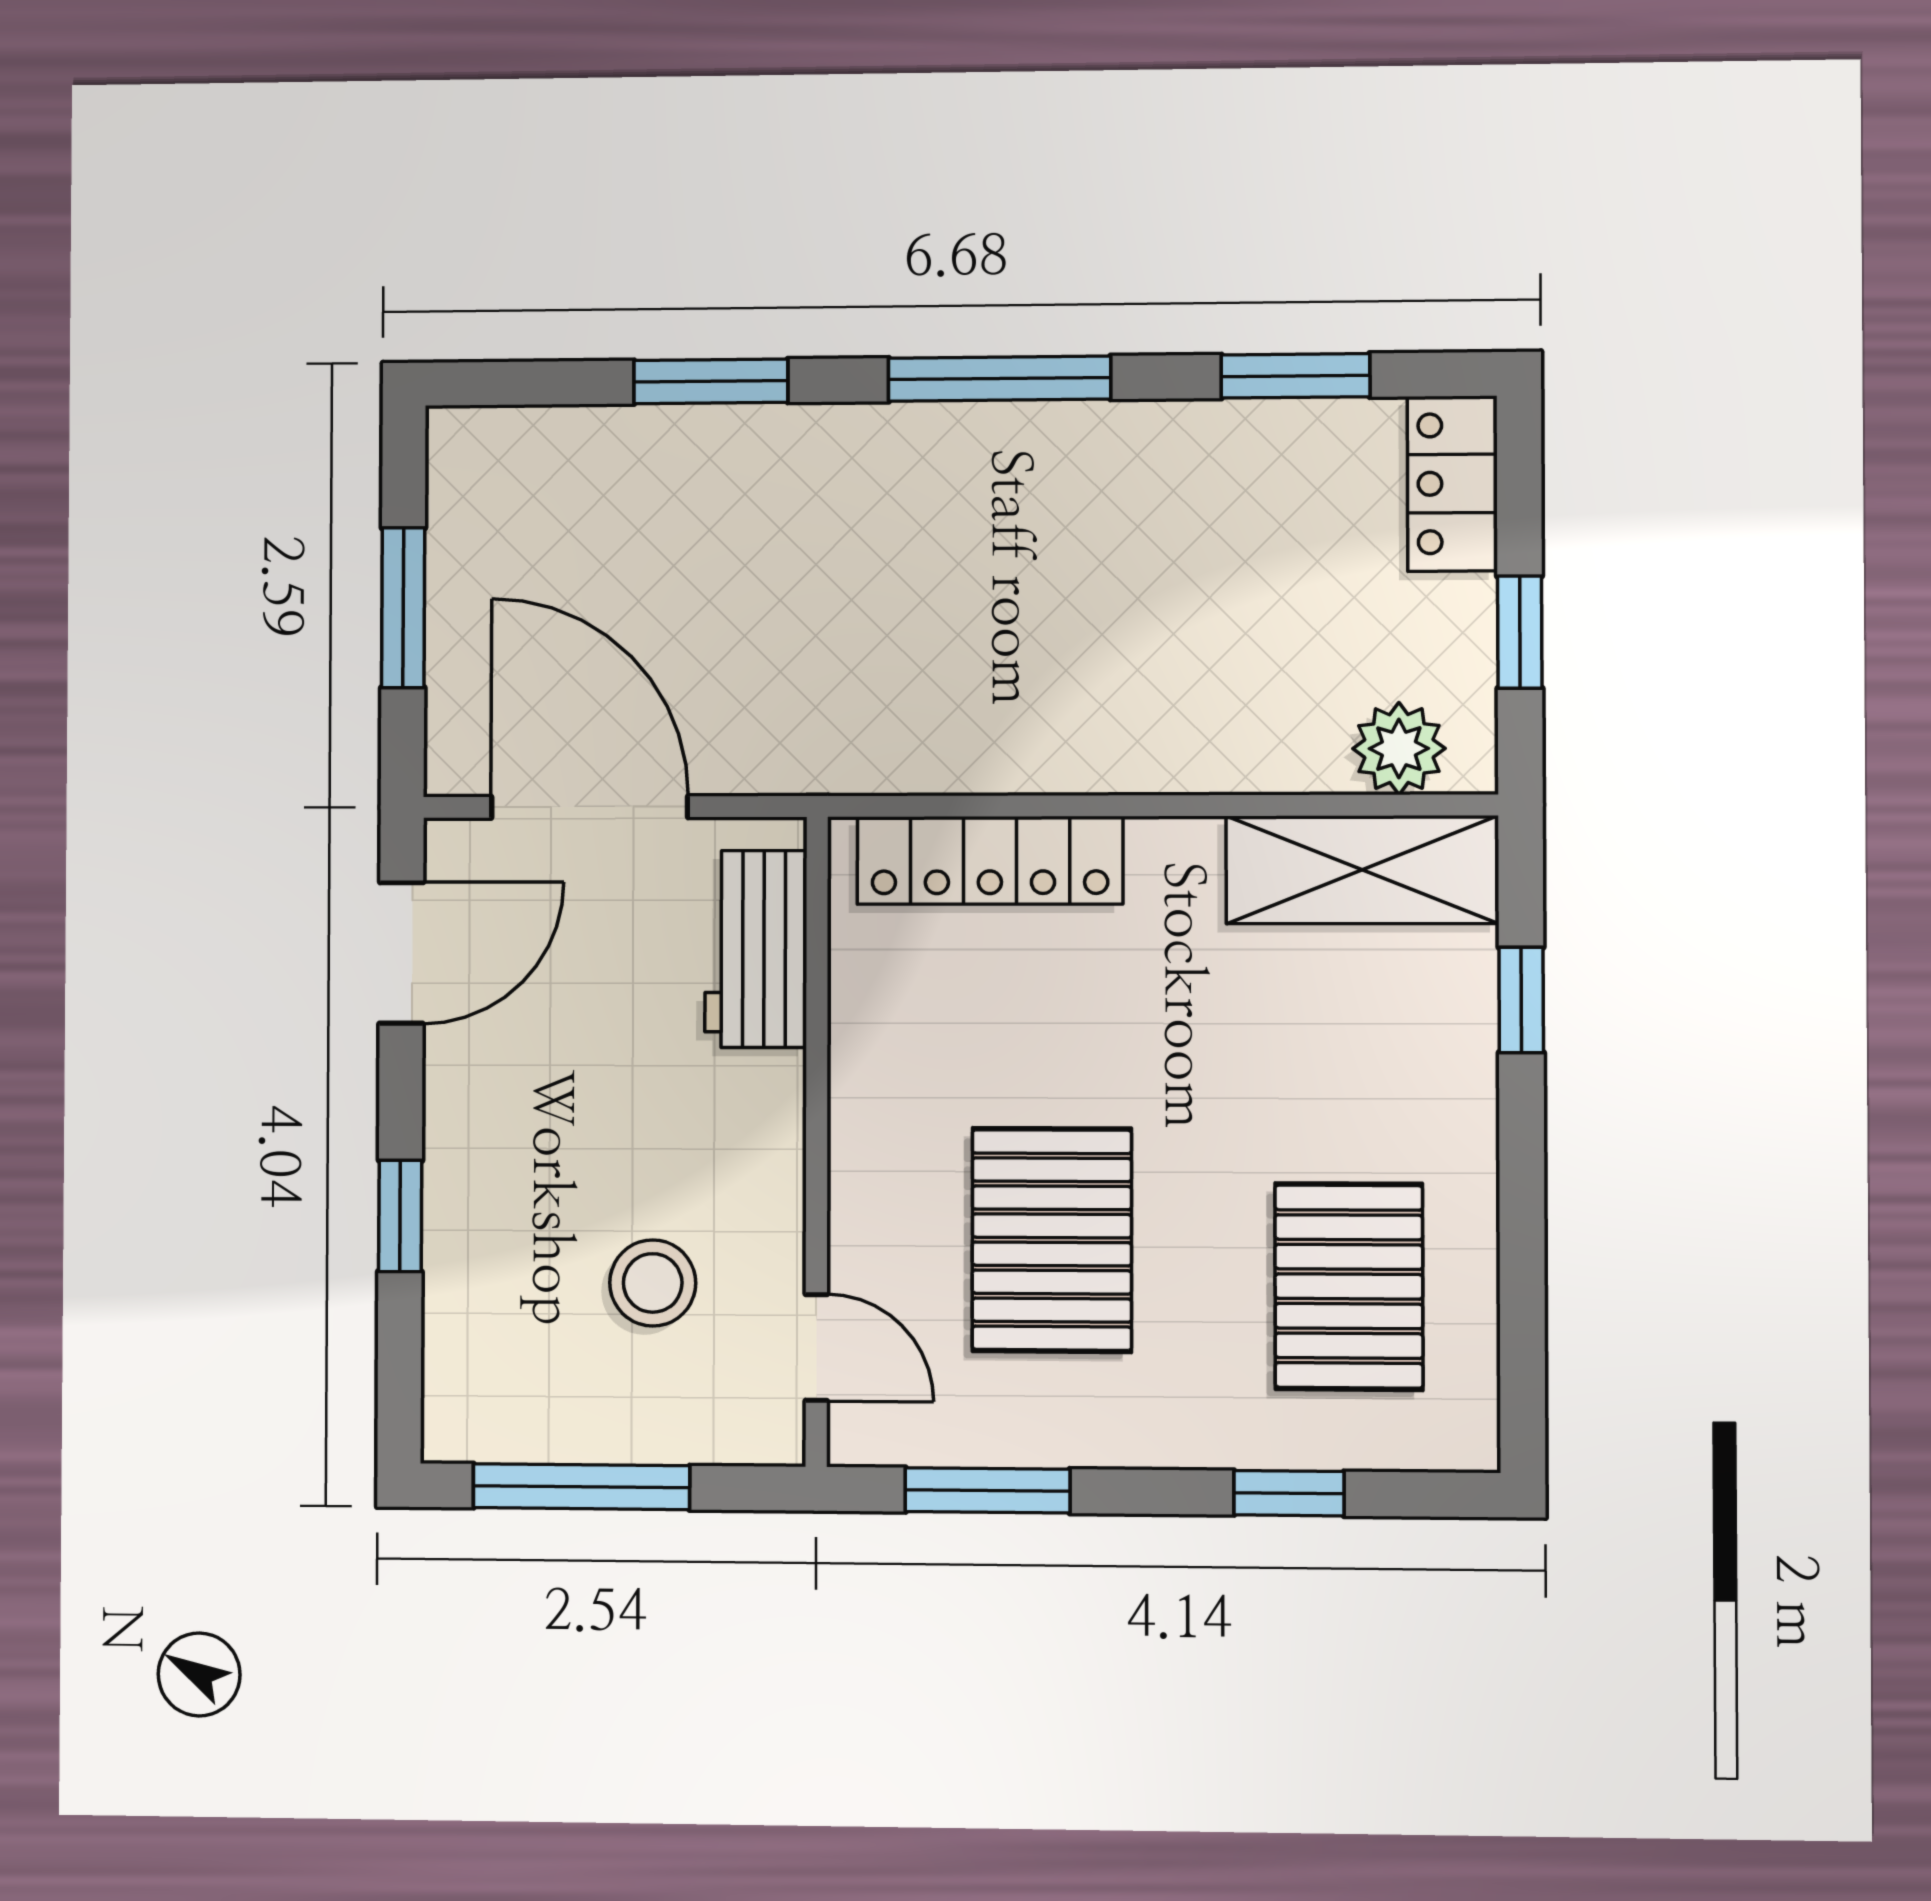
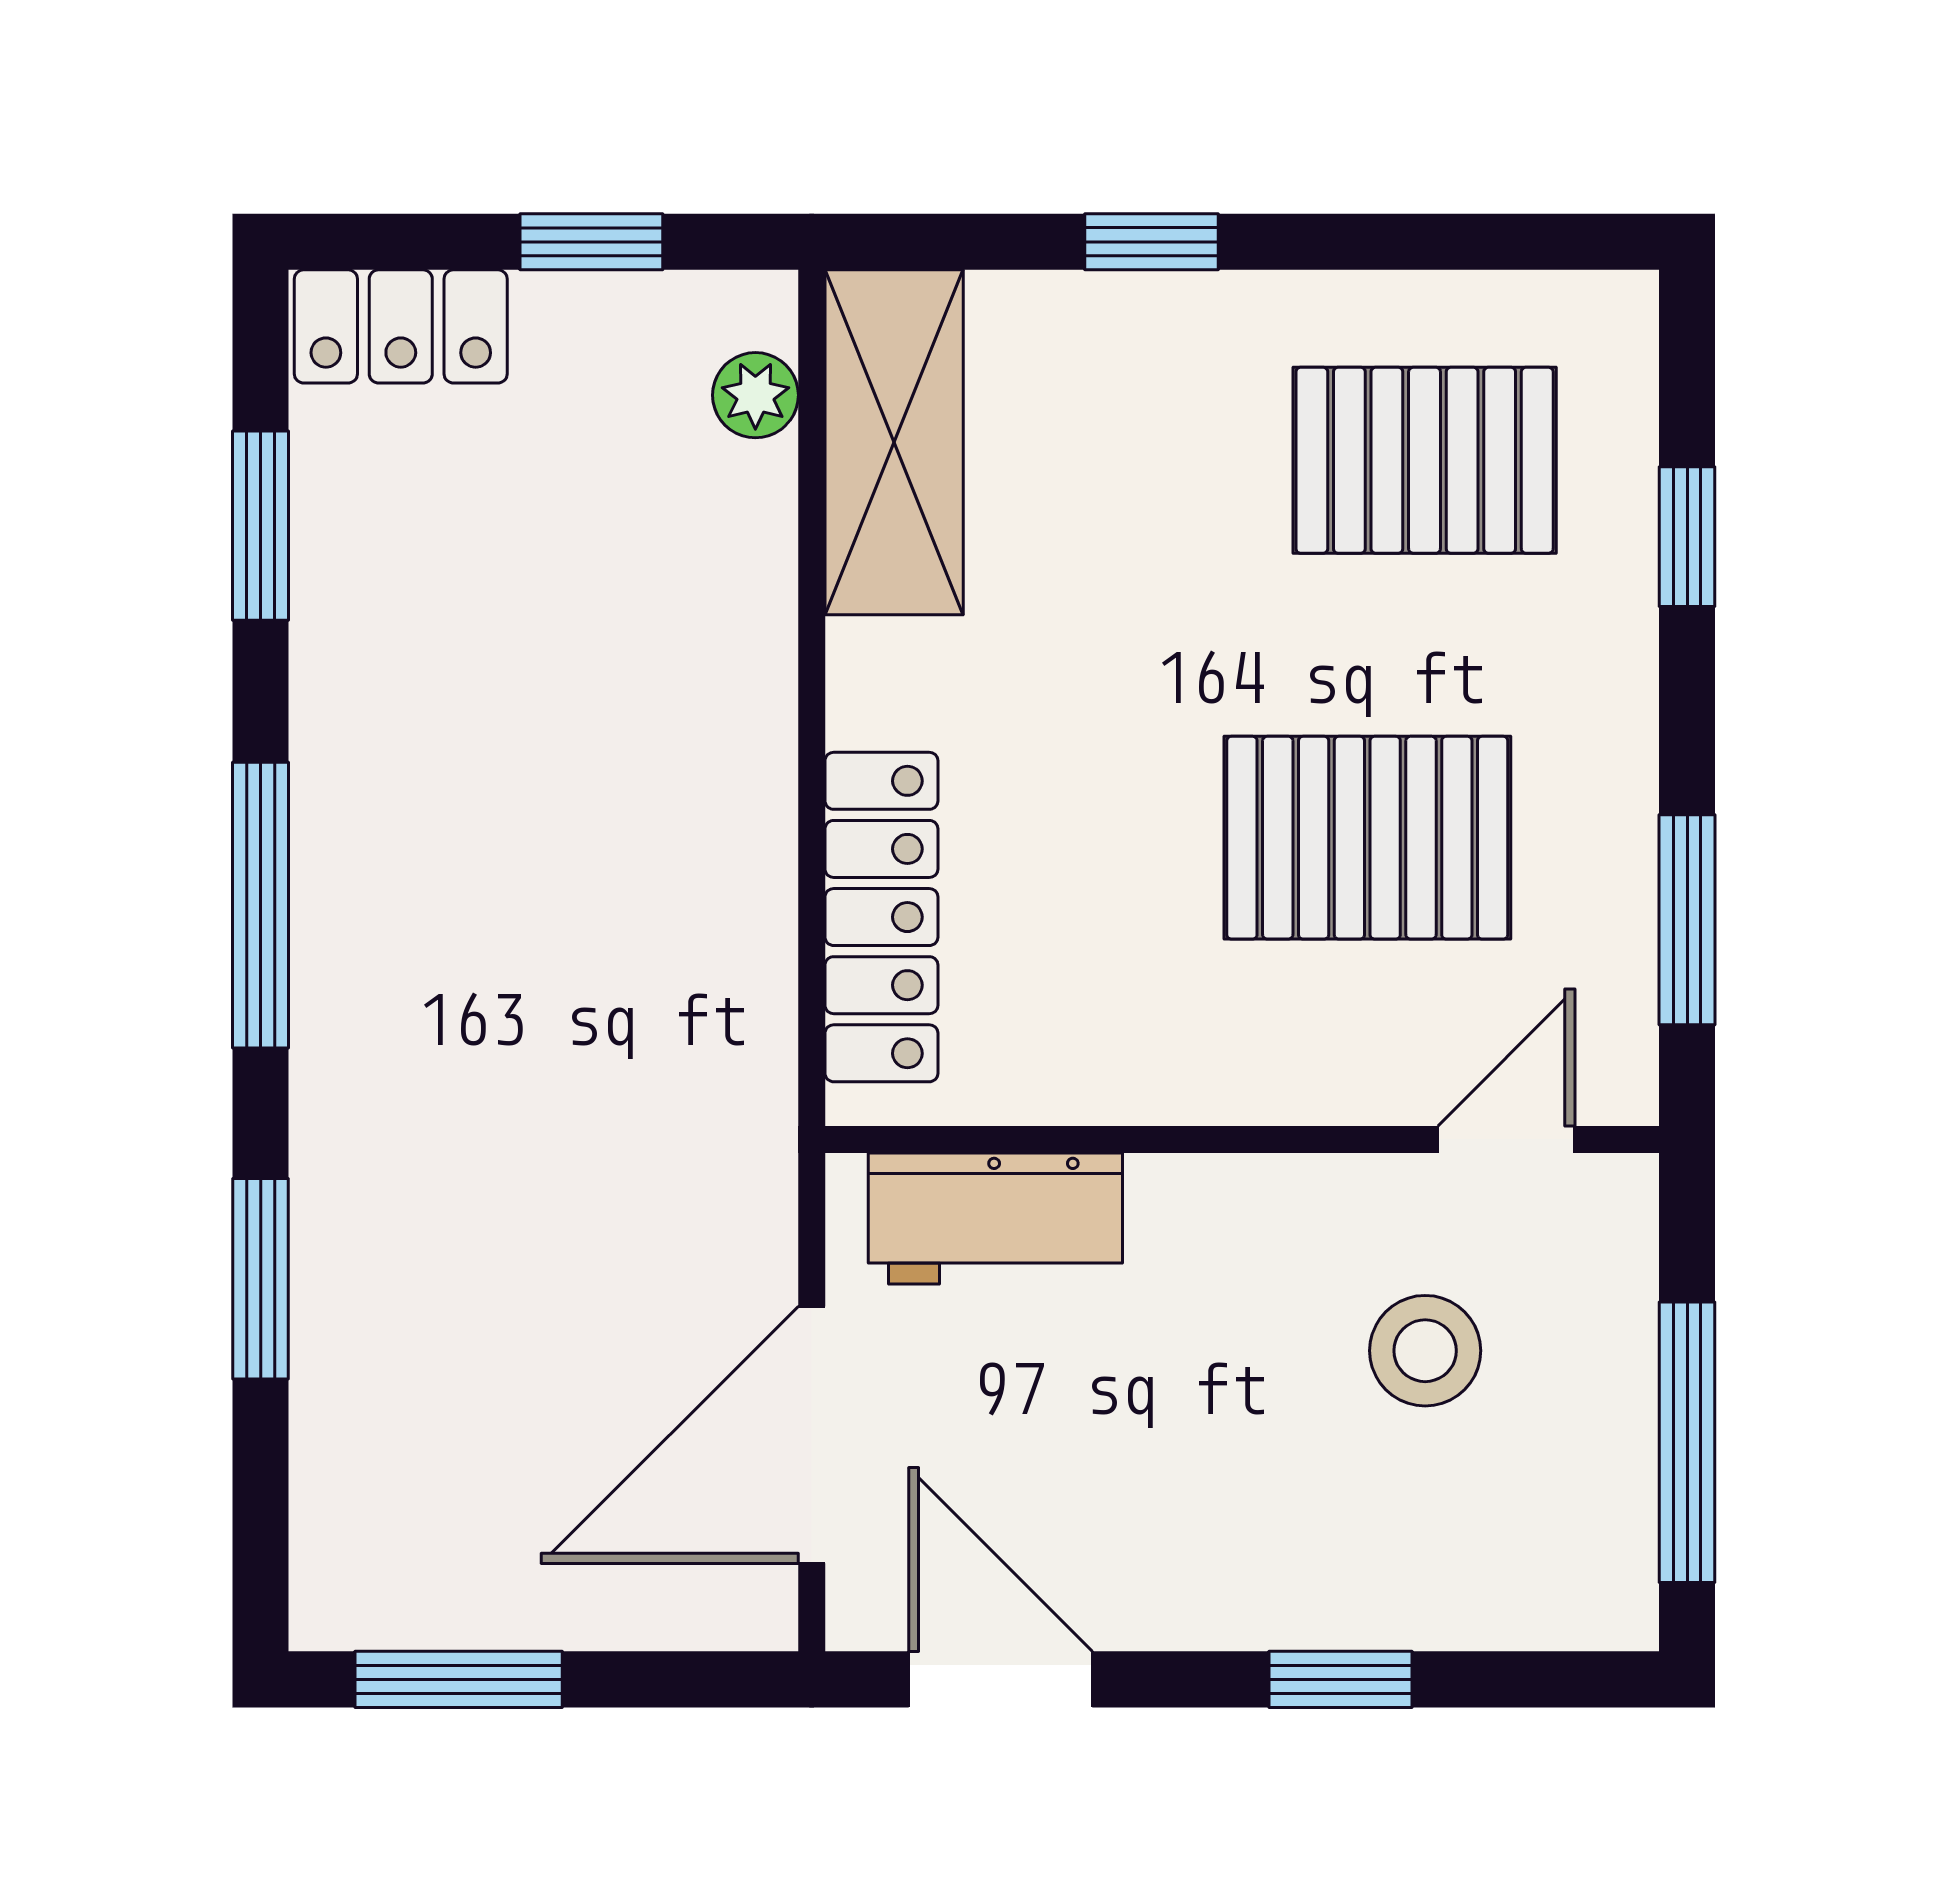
window: (403, 608) -> (459, 1679), moved
plant: (1399, 748) -> (755, 395), width x0.73, depth x0.73
window: (1521, 1000) -> (1151, 242), moved

